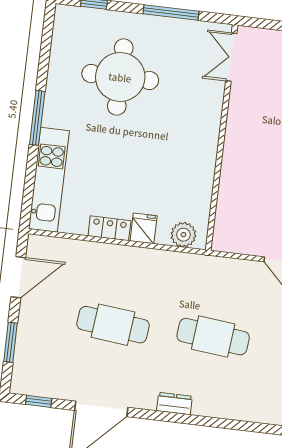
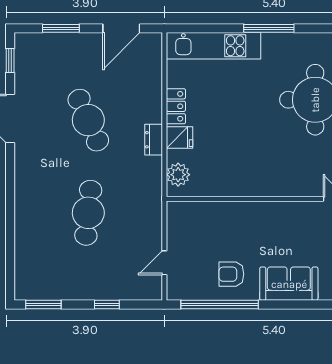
door: (18, 277) -> (121, 28), hinge flipped
cafe table: (113, 325) -> (88, 120), turned -30
dresser: (174, 404) -> (154, 140), moved, turned 180

